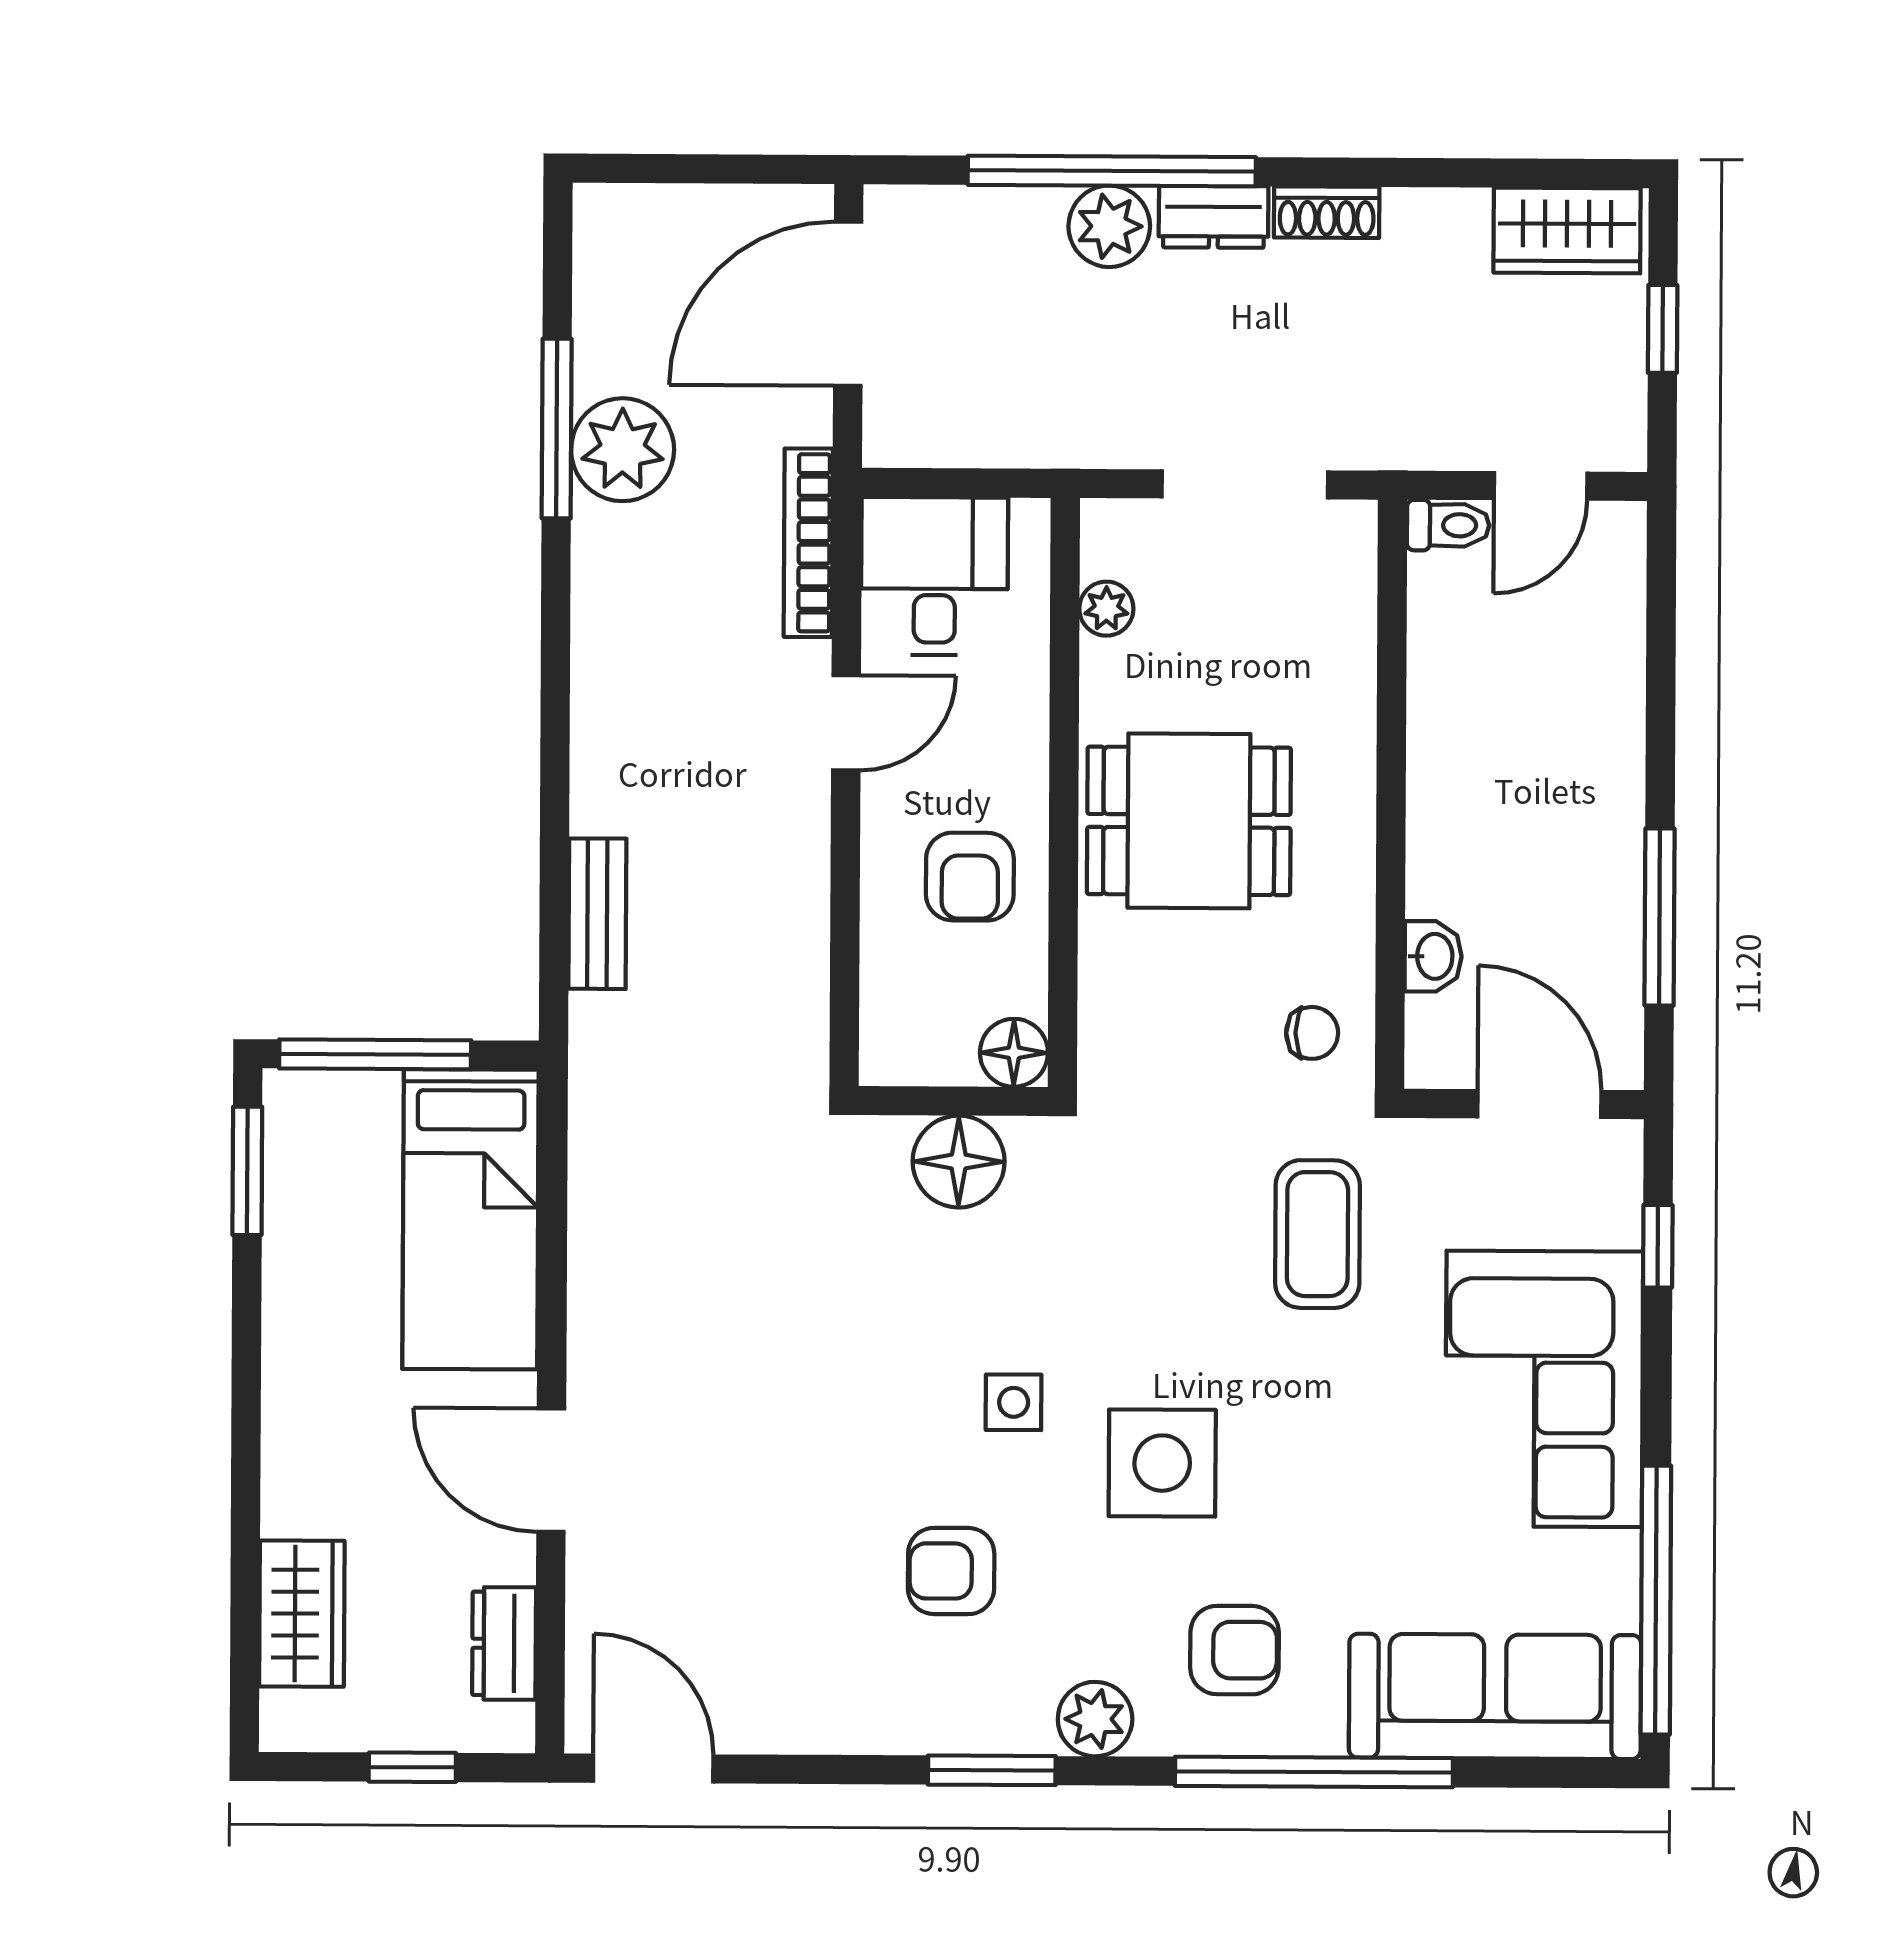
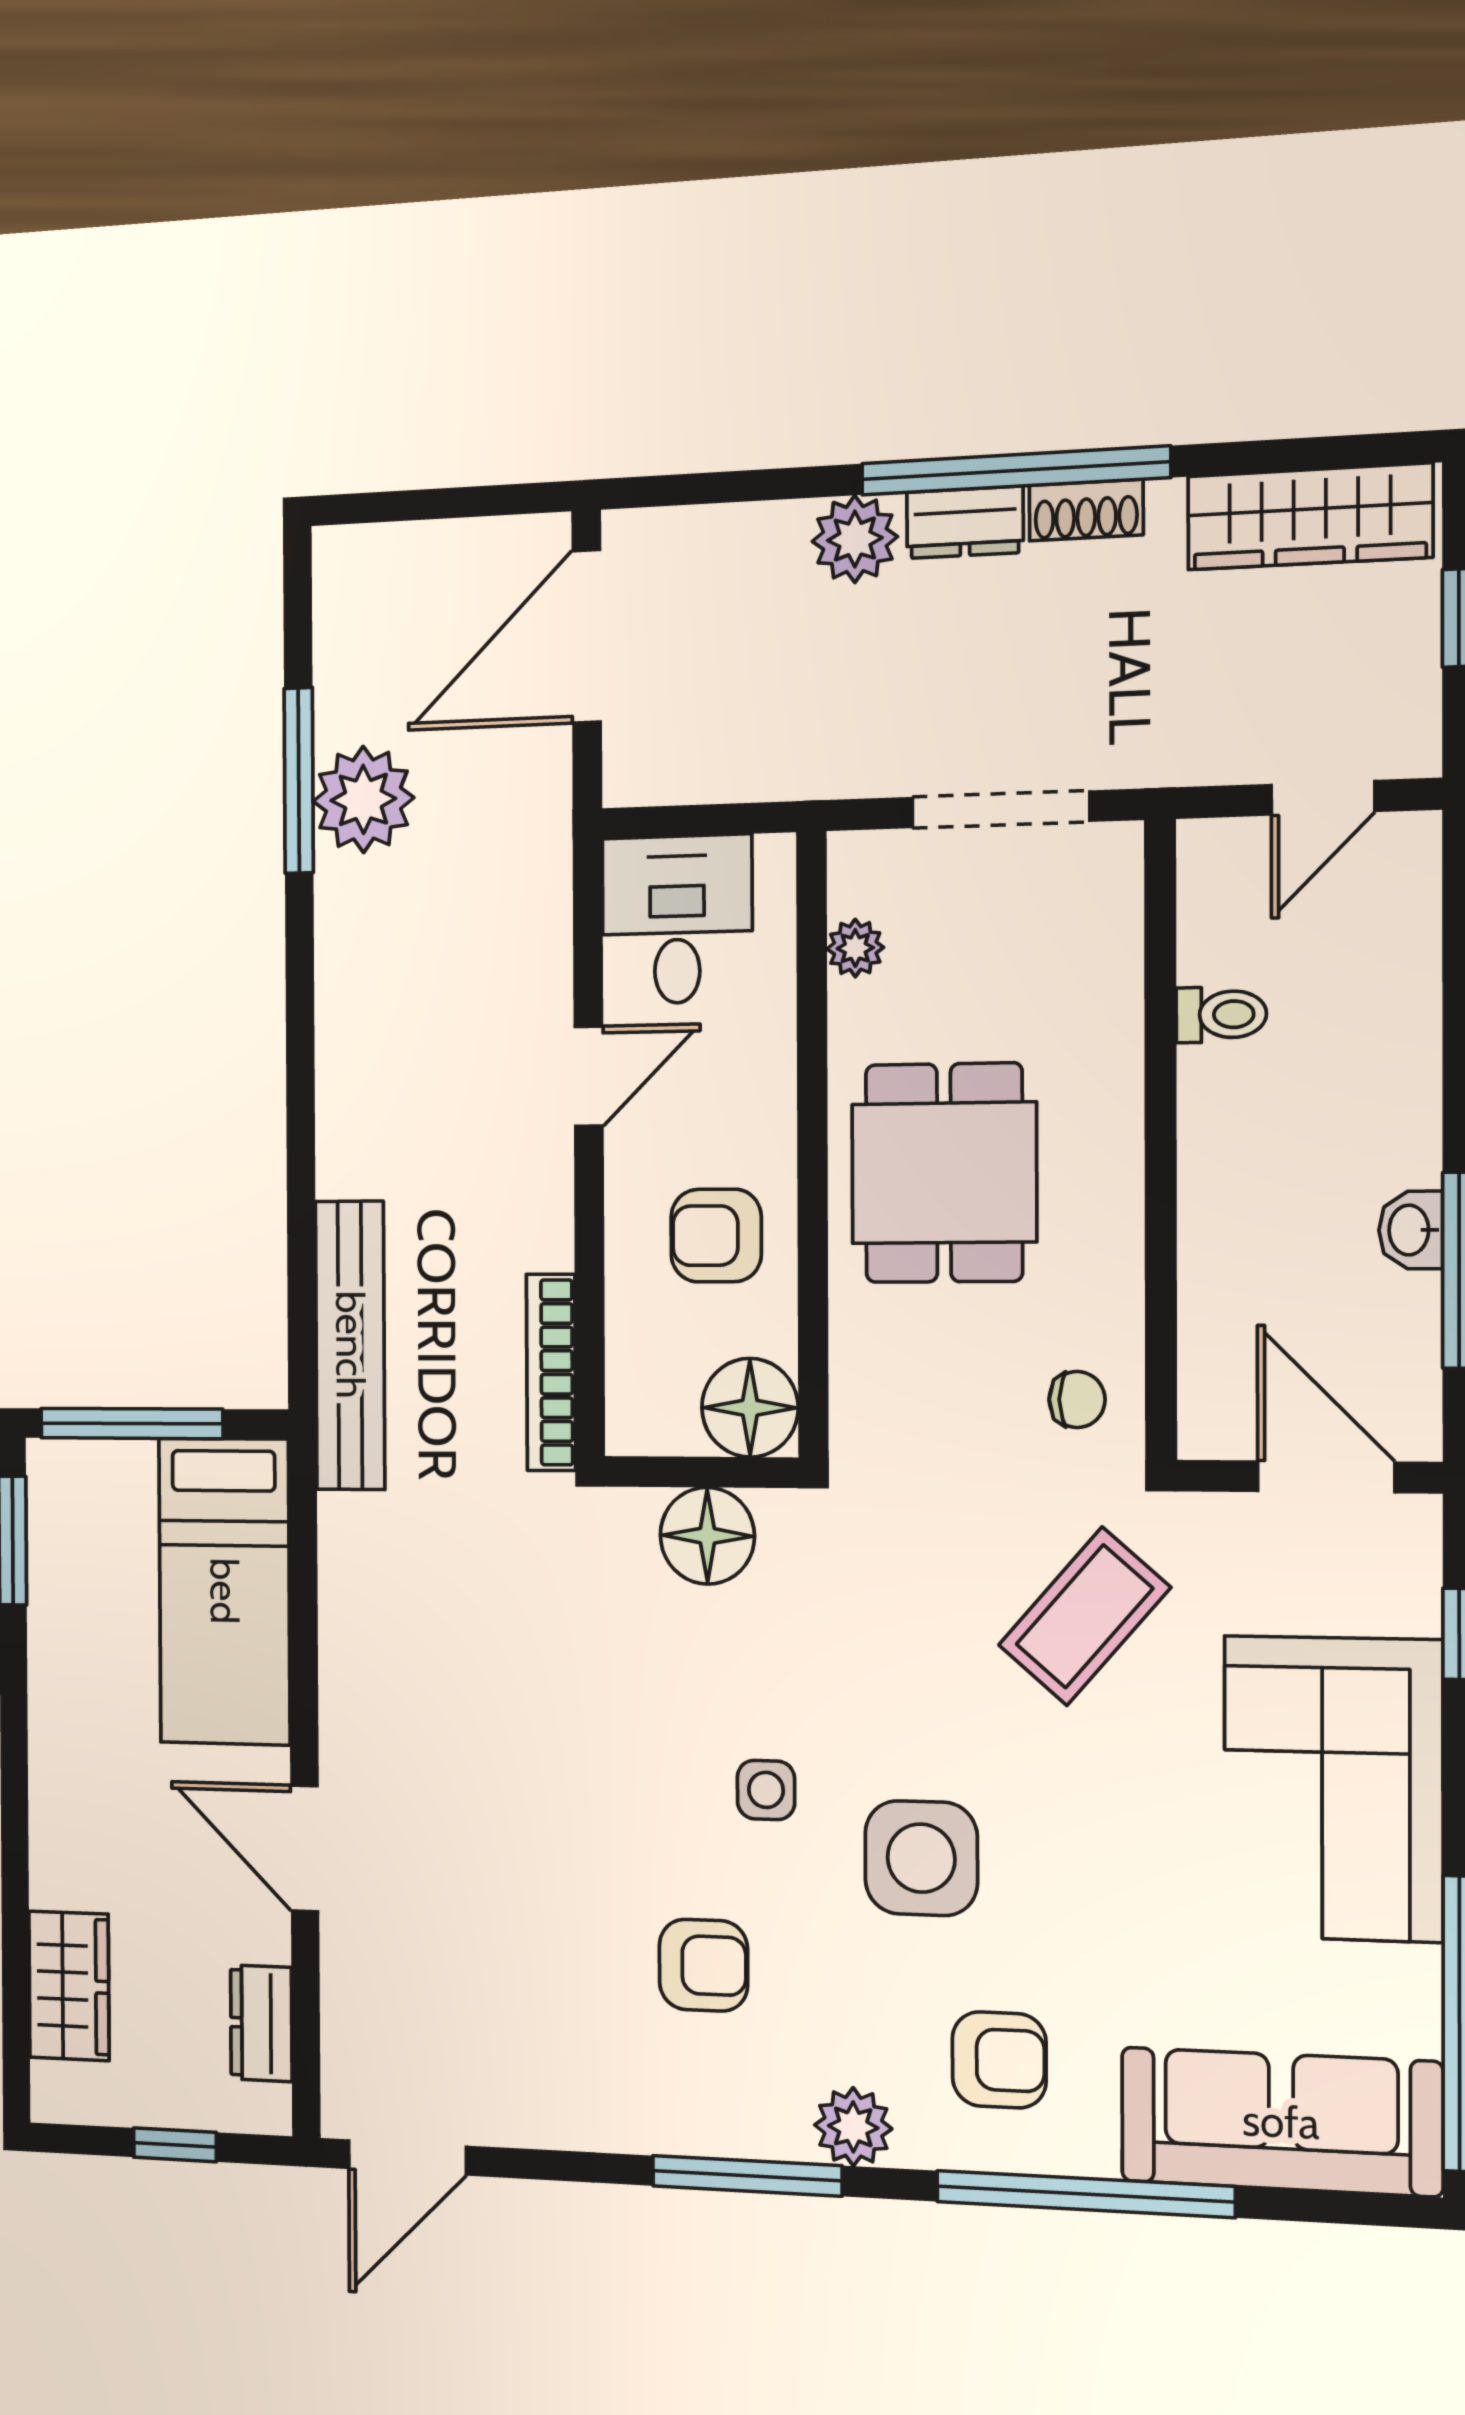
window: (1112, 171) -> (1015, 471), moved
wardrobe: (1567, 230) -> (1310, 517), width x1.50
toilet: (1448, 525) -> (1221, 1015), moved
bookcase: (808, 543) -> (551, 1372), moved
dining table: (1189, 821) -> (944, 1173), turned 90
armchair: (970, 877) -> (716, 1236), turned 90
bench: (597, 914) -> (350, 1345), width x1.86, depth x1.21
washbasin: (1433, 956) -> (1411, 1230), moved, turned 180
floor lamp: (1014, 1053) -> (750, 1408), width x1.38, depth x1.38
coffee table: (1317, 1234) -> (1084, 1616), turned 41
armchair: (951, 1571) -> (703, 1965), turned 180
door: (653, 1769) -> (407, 2157), swing flipped
window: (992, 1770) -> (747, 2176), width x1.44

